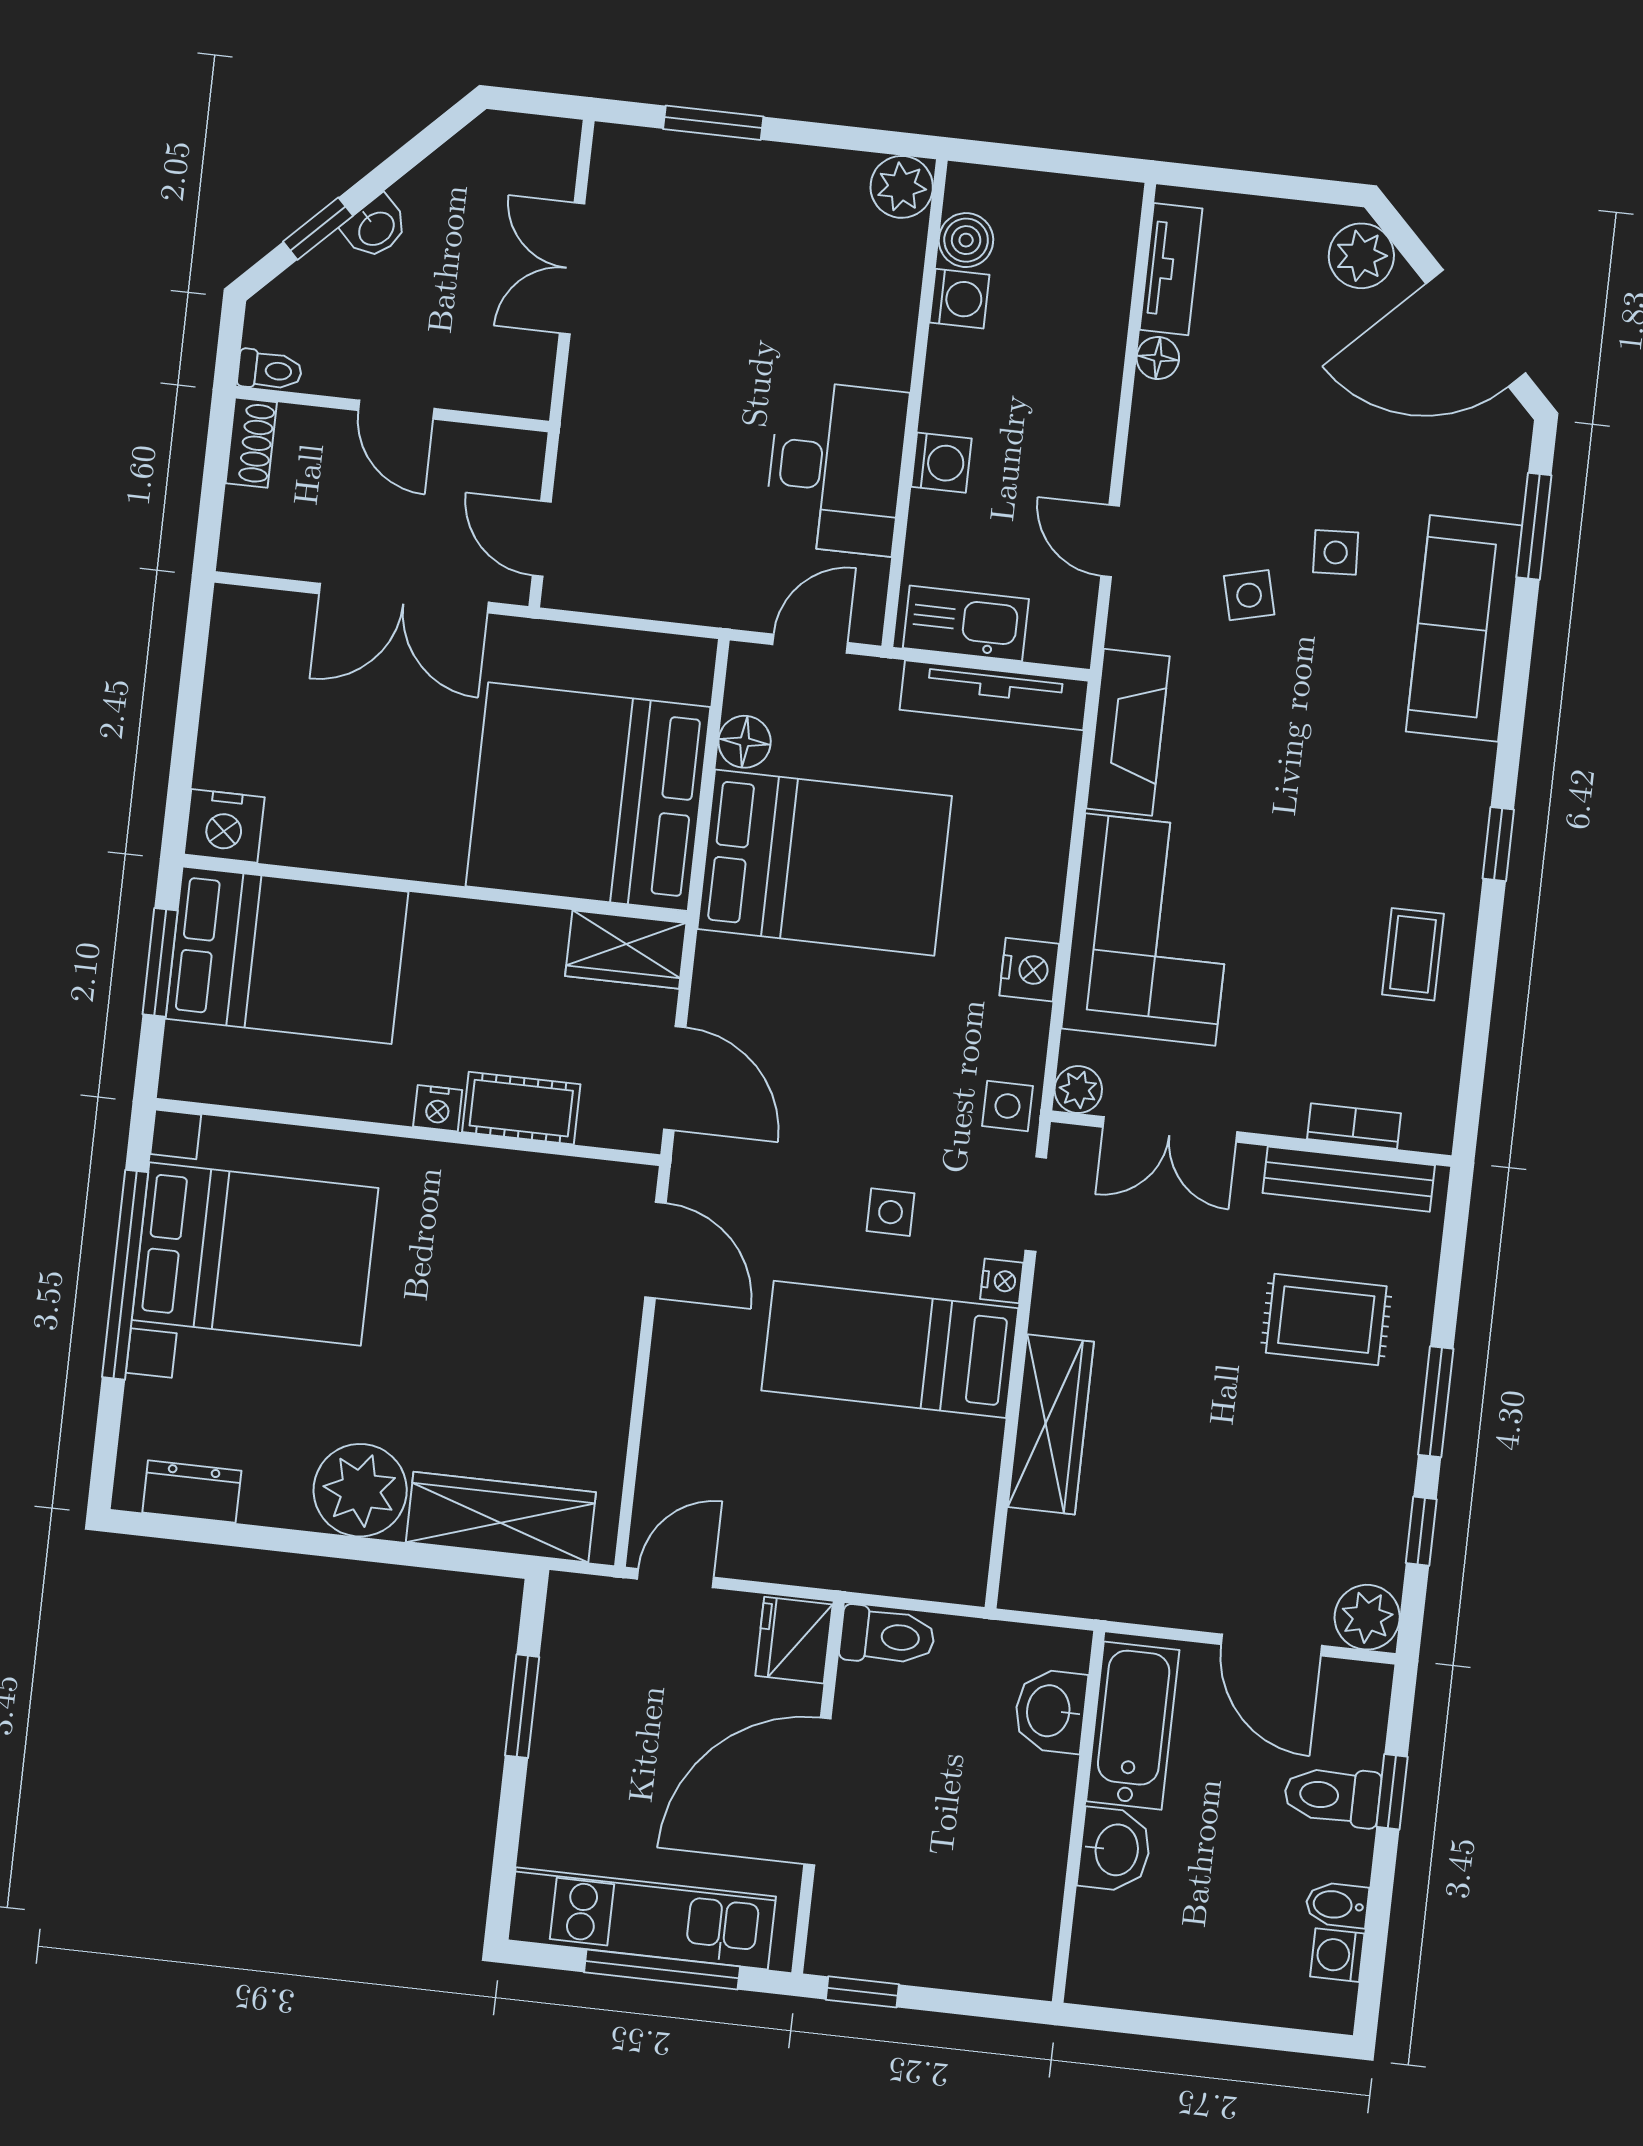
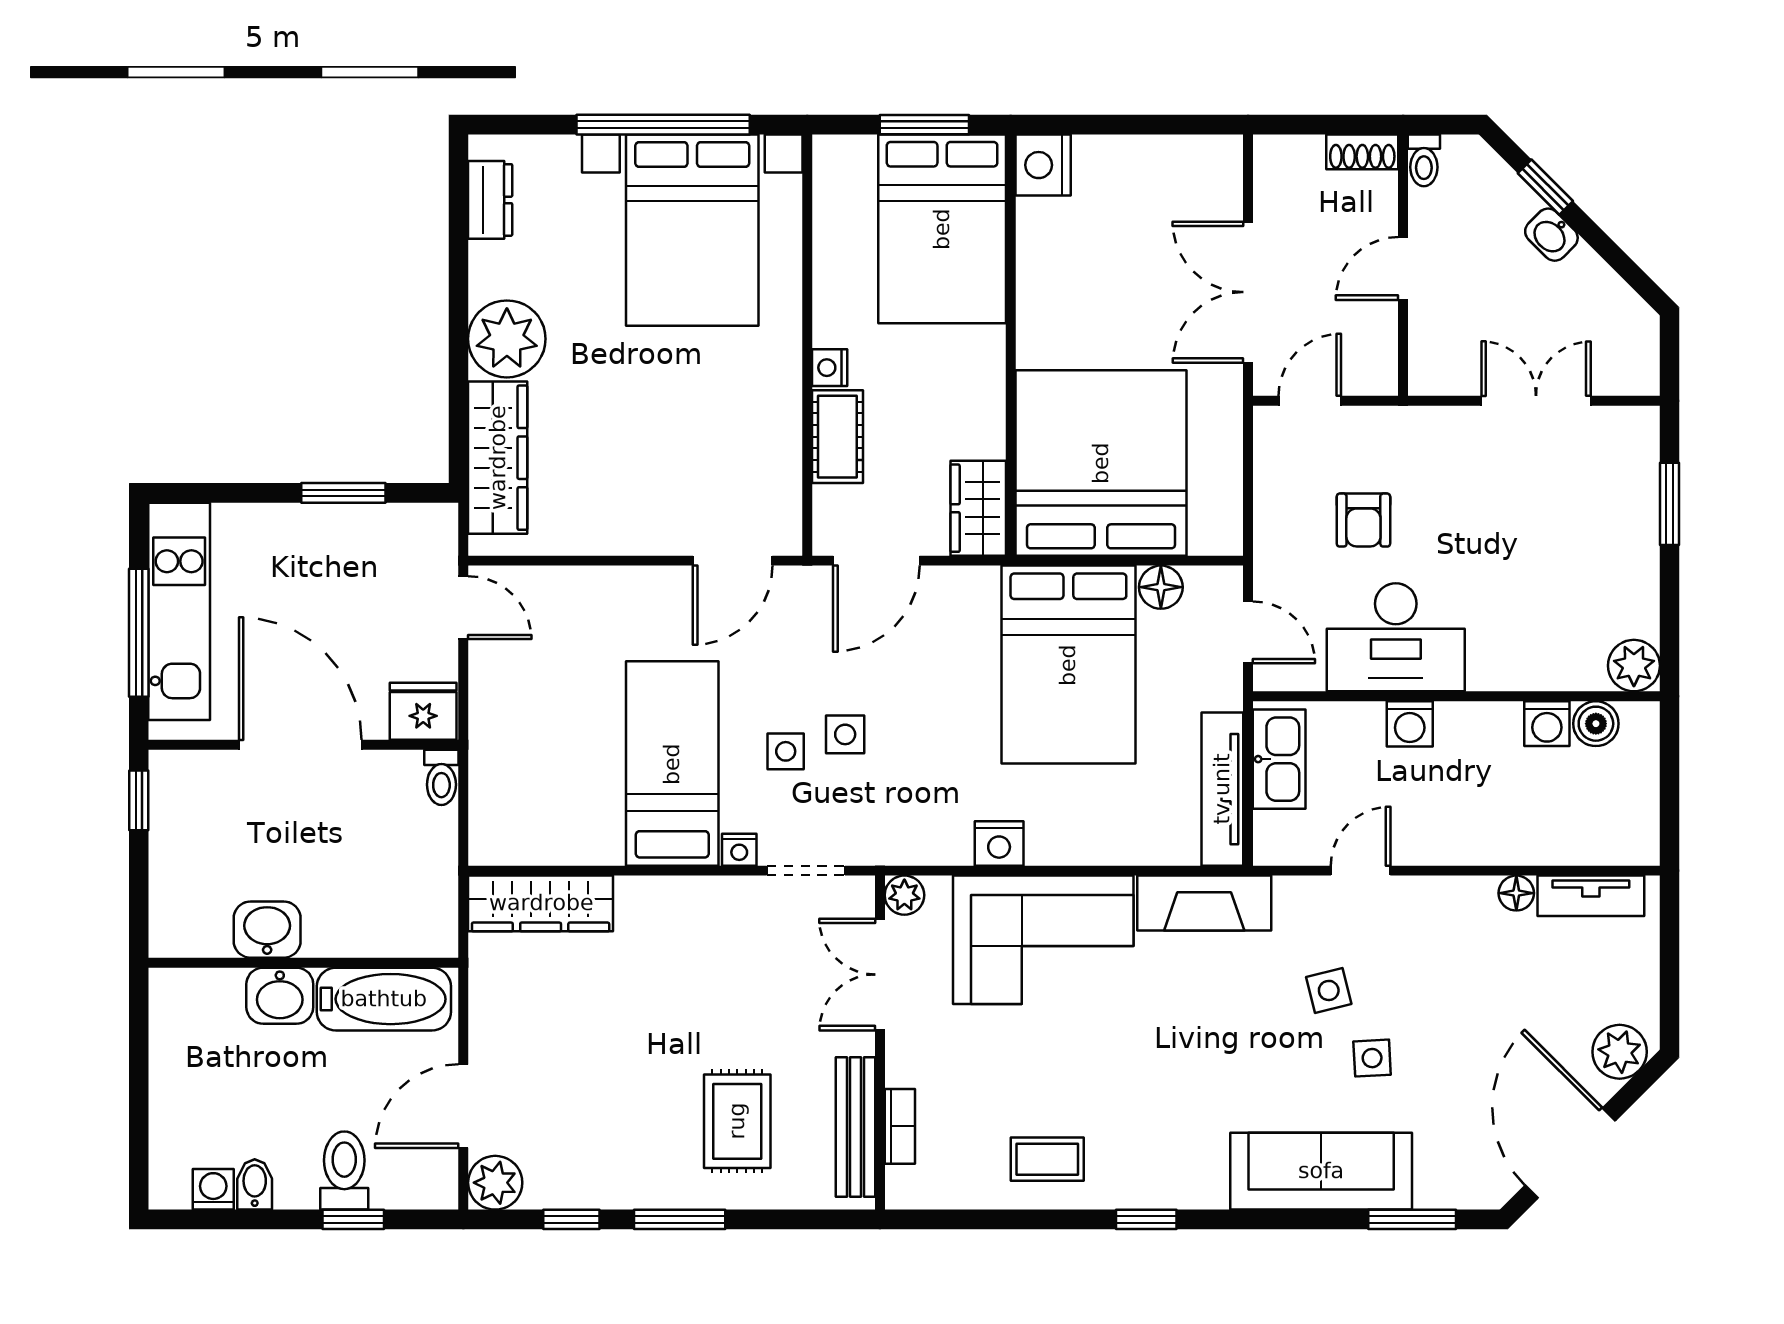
armchair: (691, 491) -> (1363, 520), added
side table: (1007, 1106) -> (845, 734), moved
wardrobe: (1051, 1424) -> (541, 903), moved
toilet: (887, 1636) -> (441, 777), width x0.73, depth x0.72
washbasin: (1050, 1711) -> (267, 930), moved

